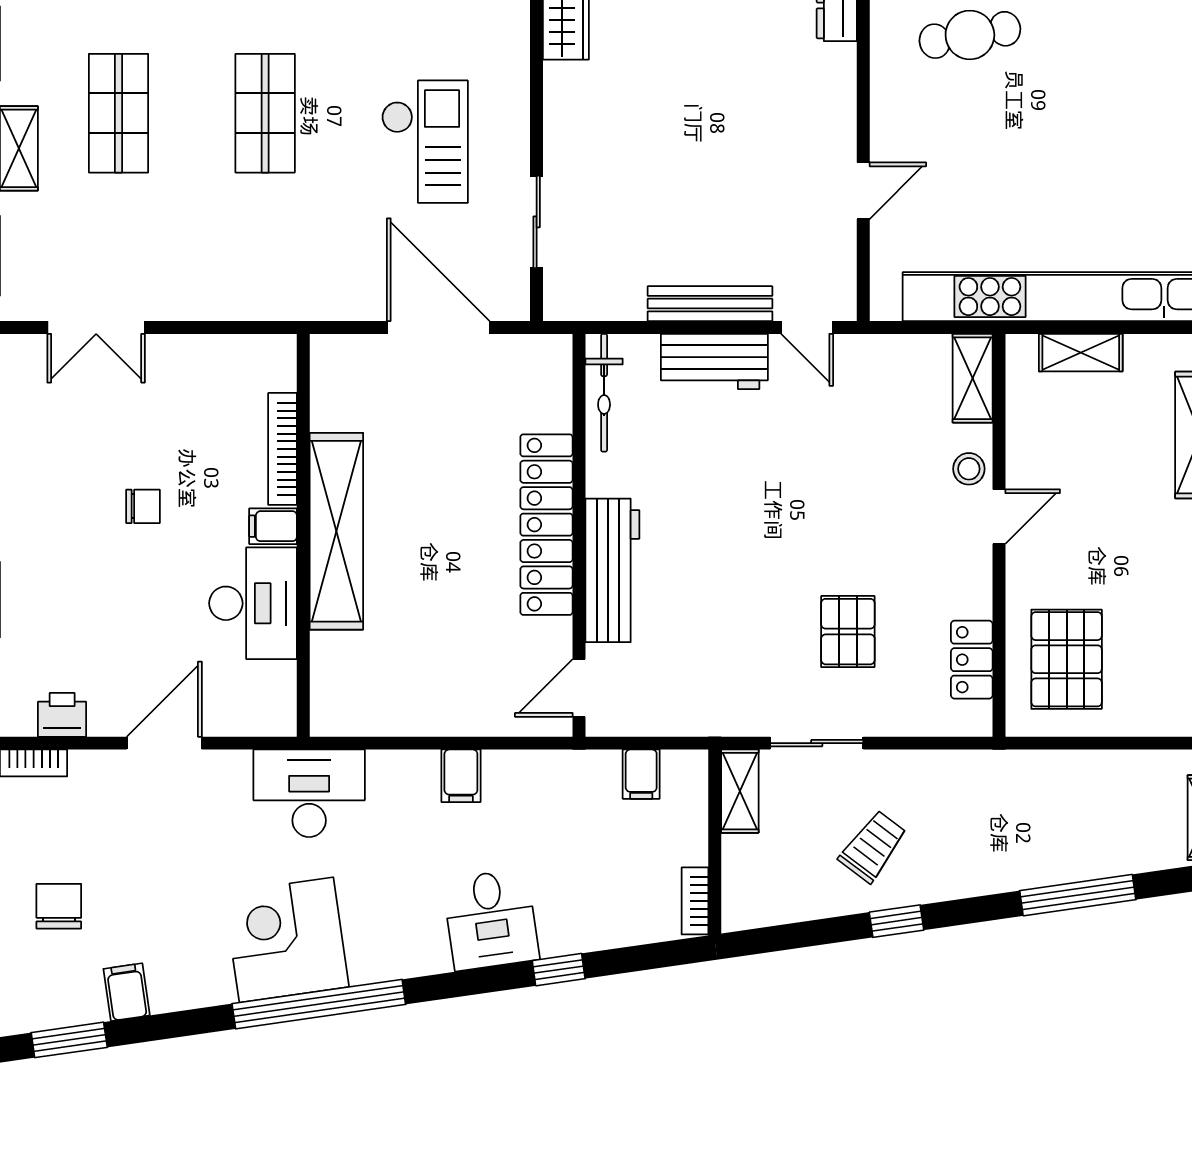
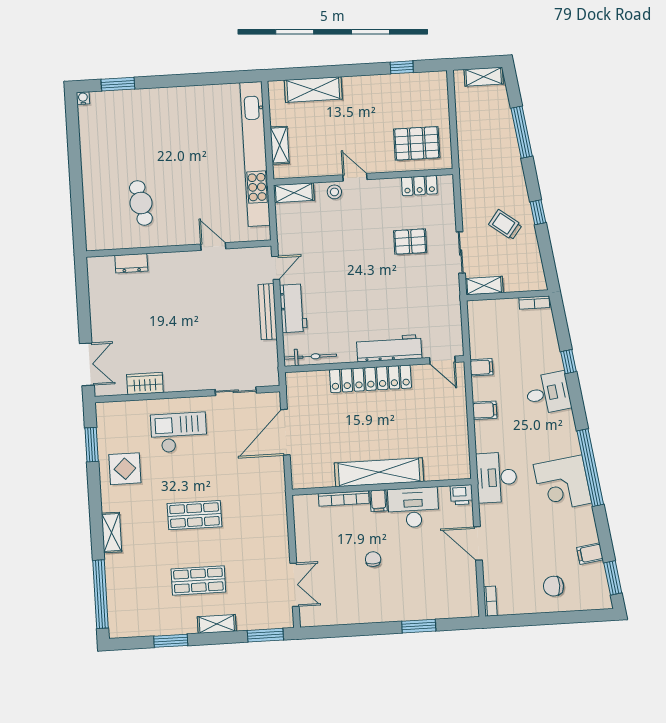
checkout: (425, 142) -> (179, 433), moved
printer: (62, 715) -> (461, 495), moved, turned -90
filing cabinet: (641, 774) -> (481, 367), moved

